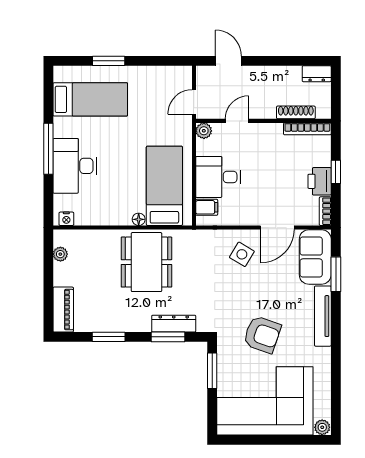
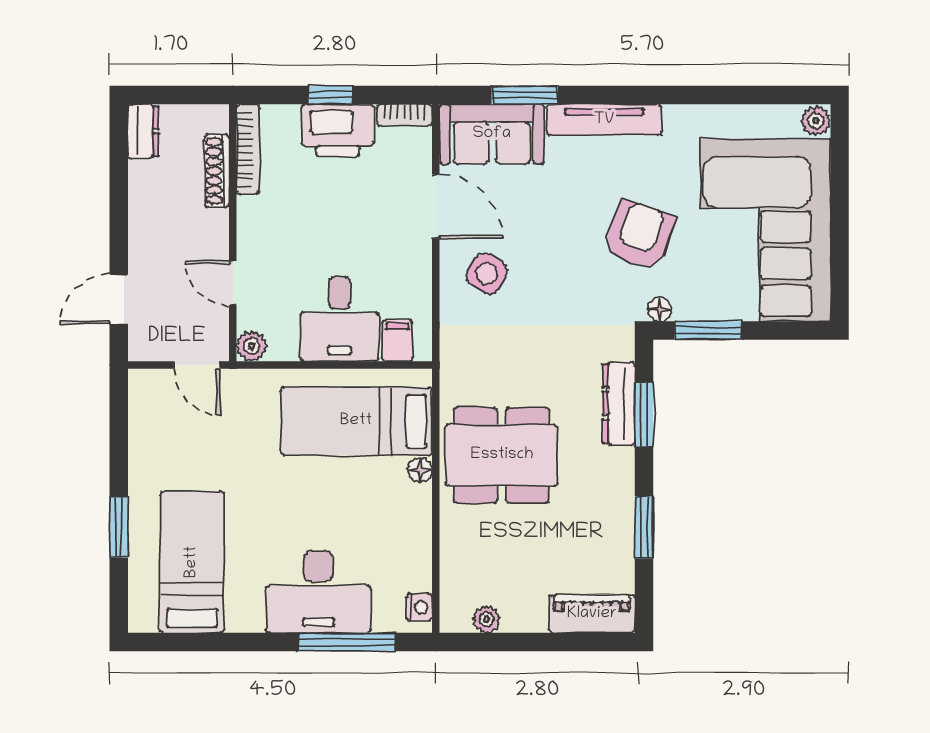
window: (48, 149) -> (347, 642), moved
printer: (320, 181) -> (338, 130), width x1.37, depth x1.19
floor lamp: (223, 345) -> (660, 310), added

